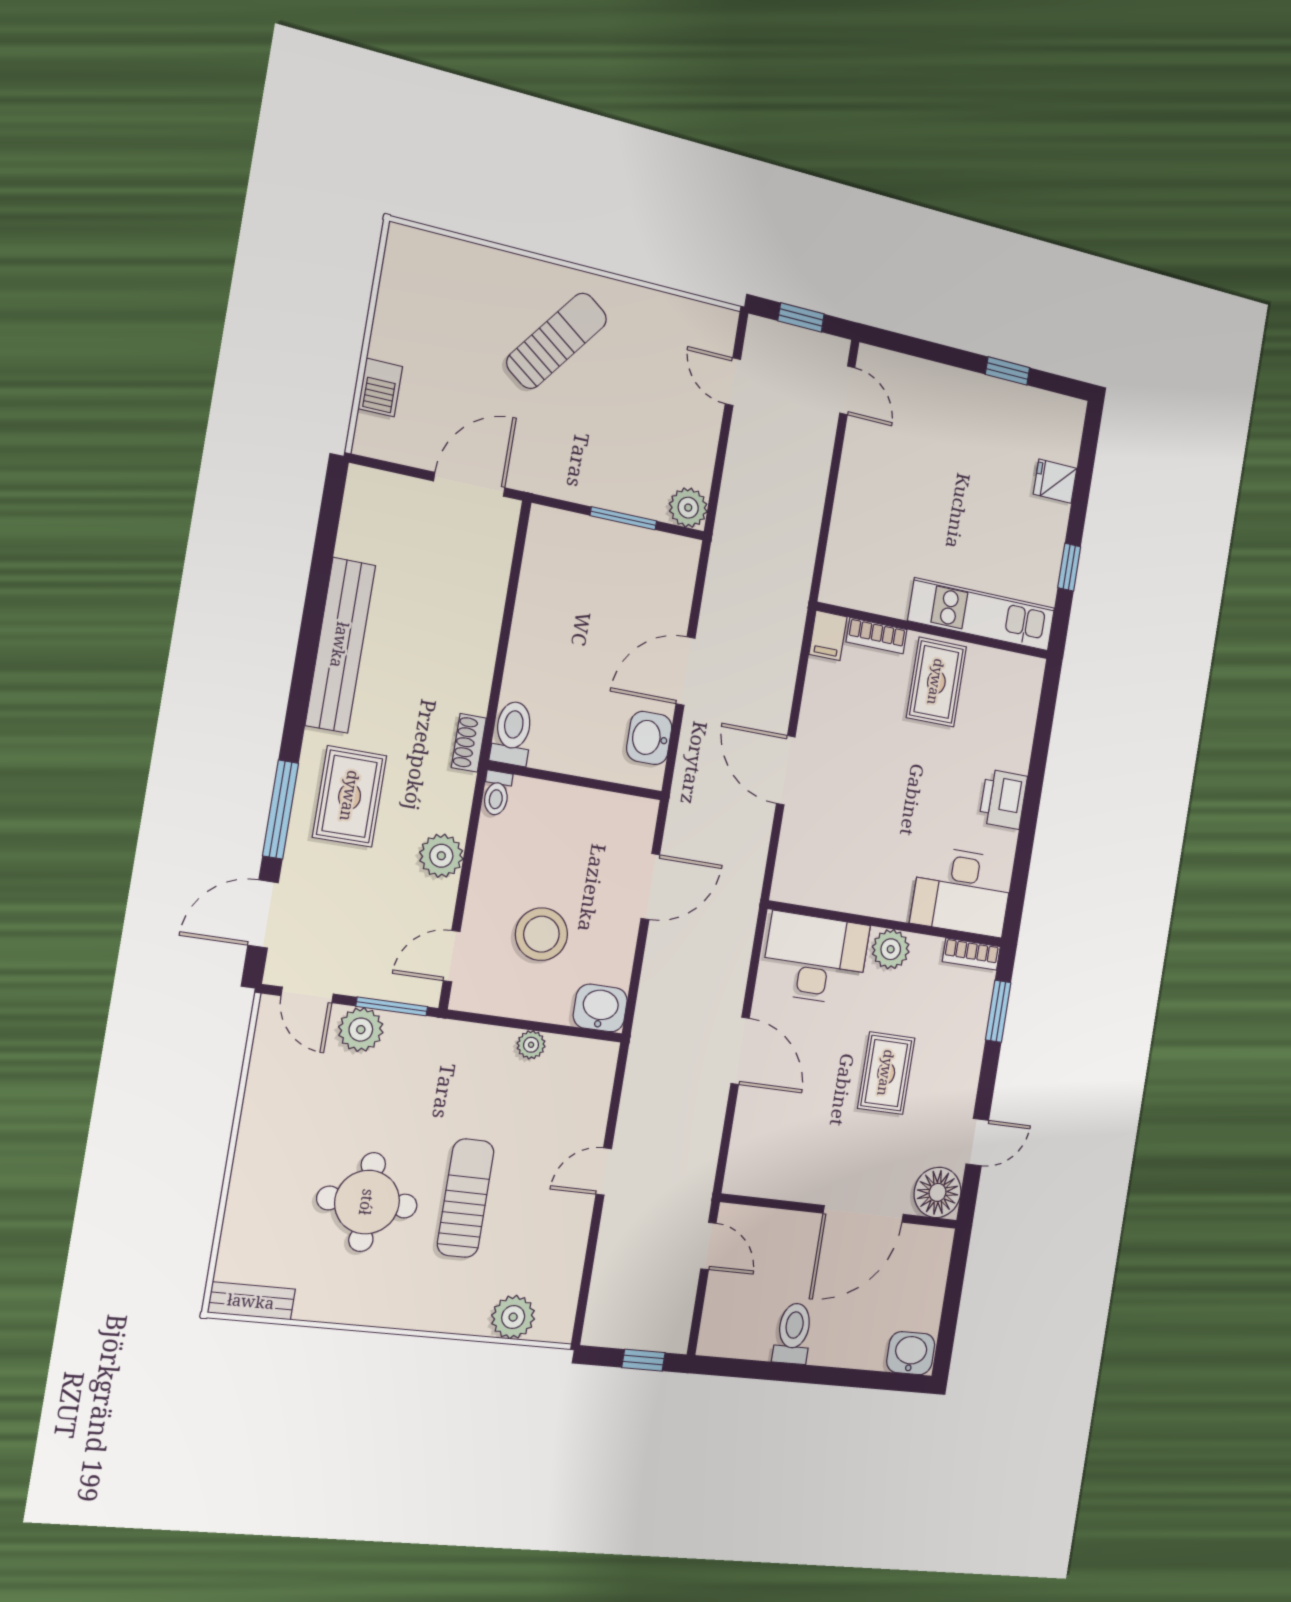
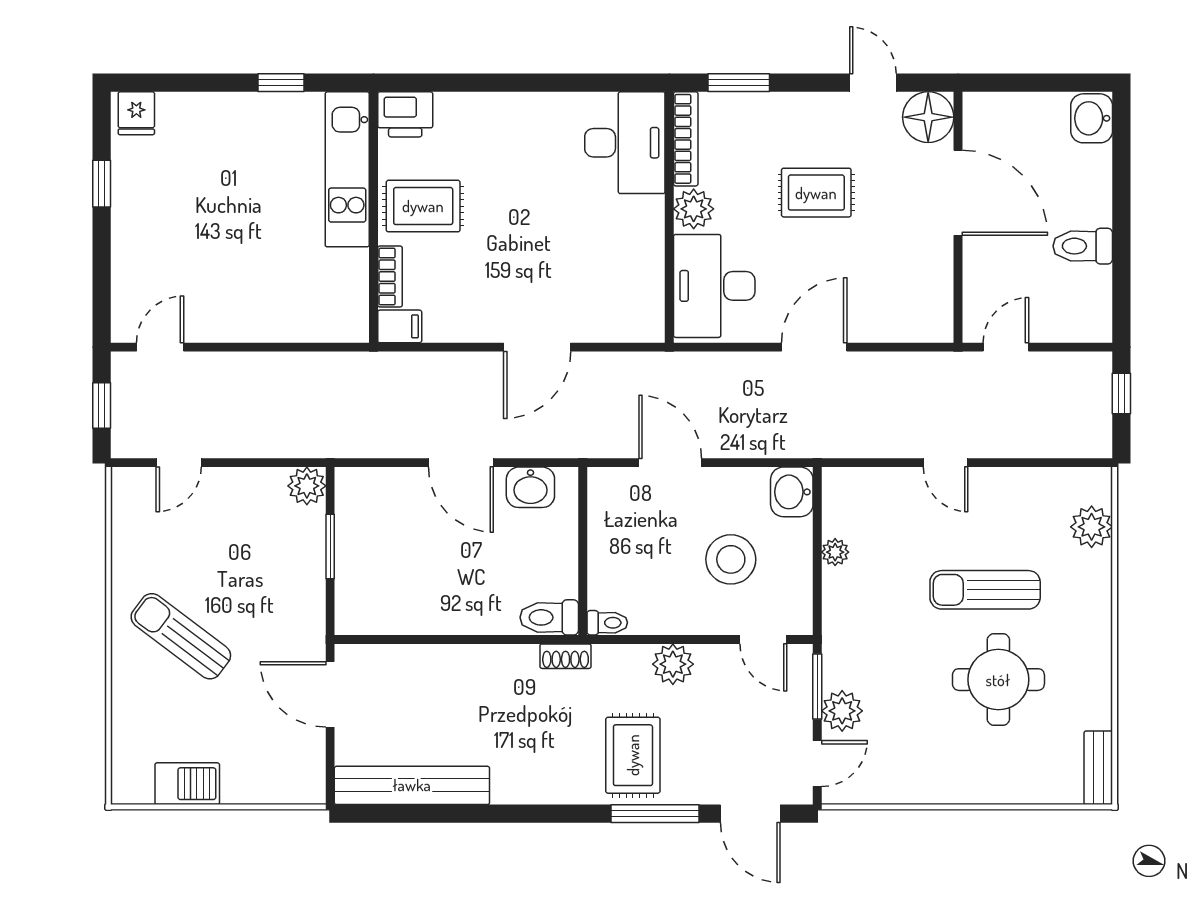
barbecue: (380, 387) -> (187, 784), moved, width x1.38, depth x1.27
fridge: (1055, 481) -> (136, 113), moved
bench: (340, 645) -> (412, 785), moved
rug: (350, 796) -> (633, 755), turned 90
printer: (1003, 799) -> (405, 114), moved
bookcase: (971, 954) -> (686, 139), width x1.56

